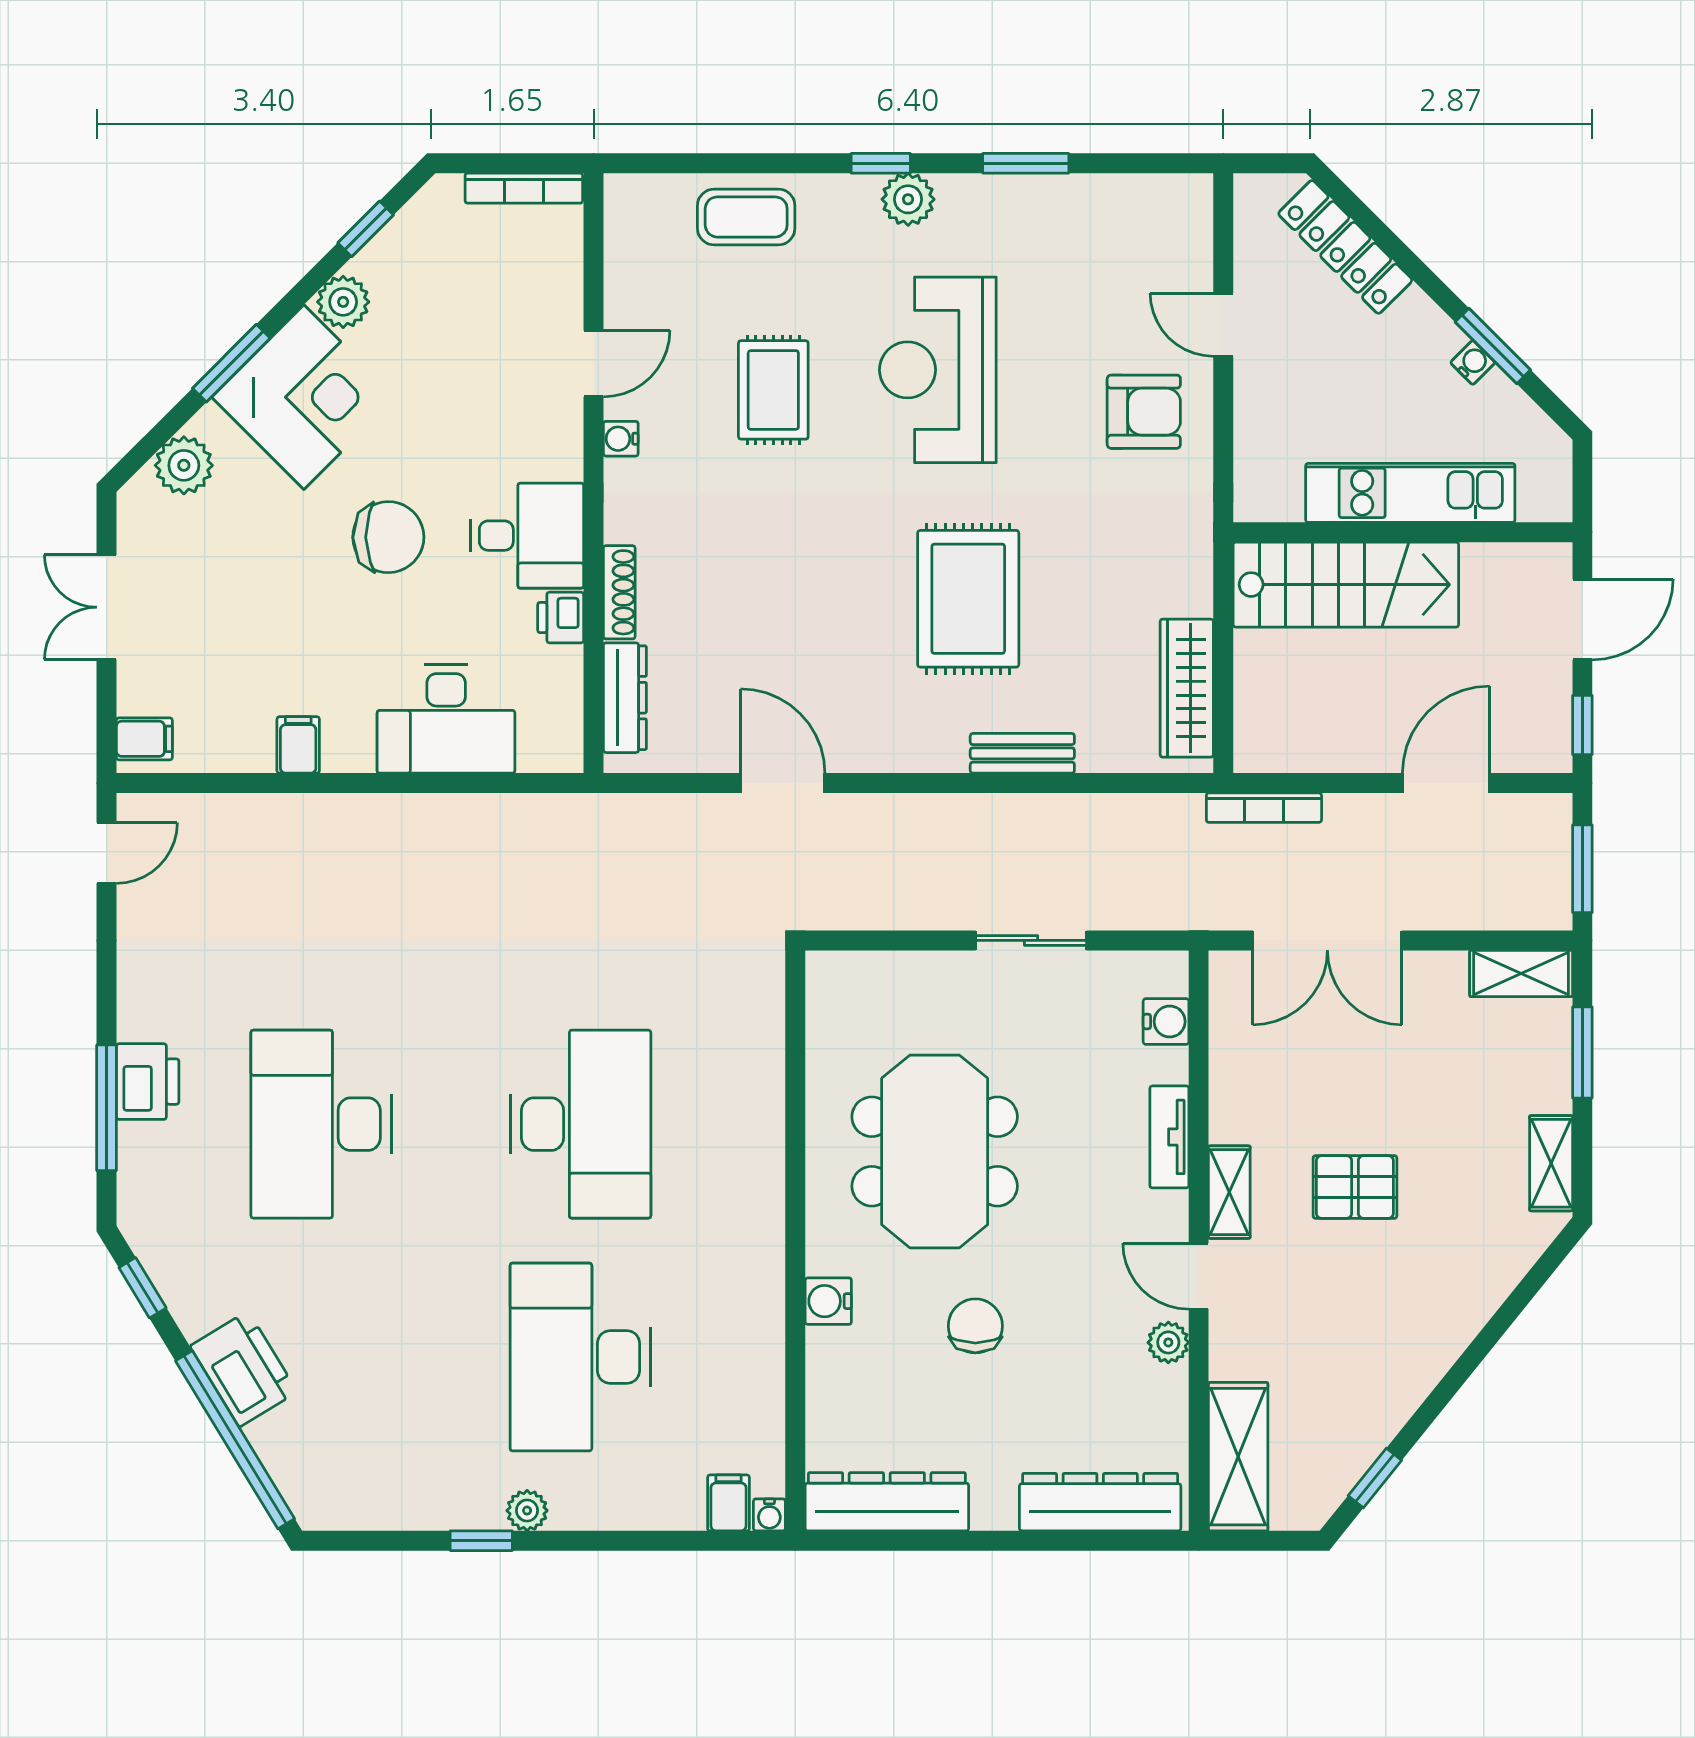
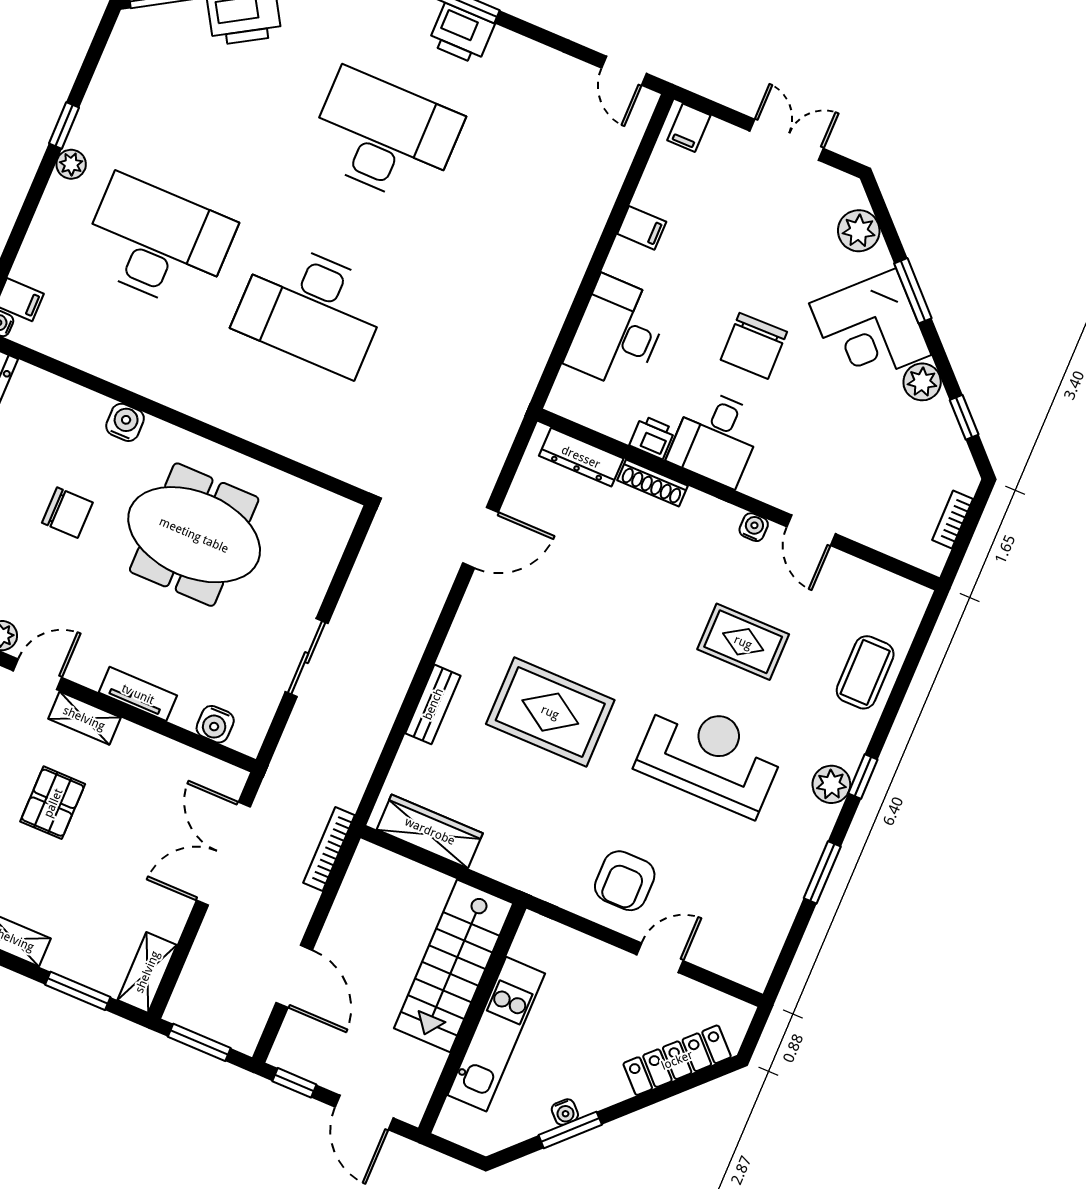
bookcase: (524, 188) -> (953, 519), width x0.64

